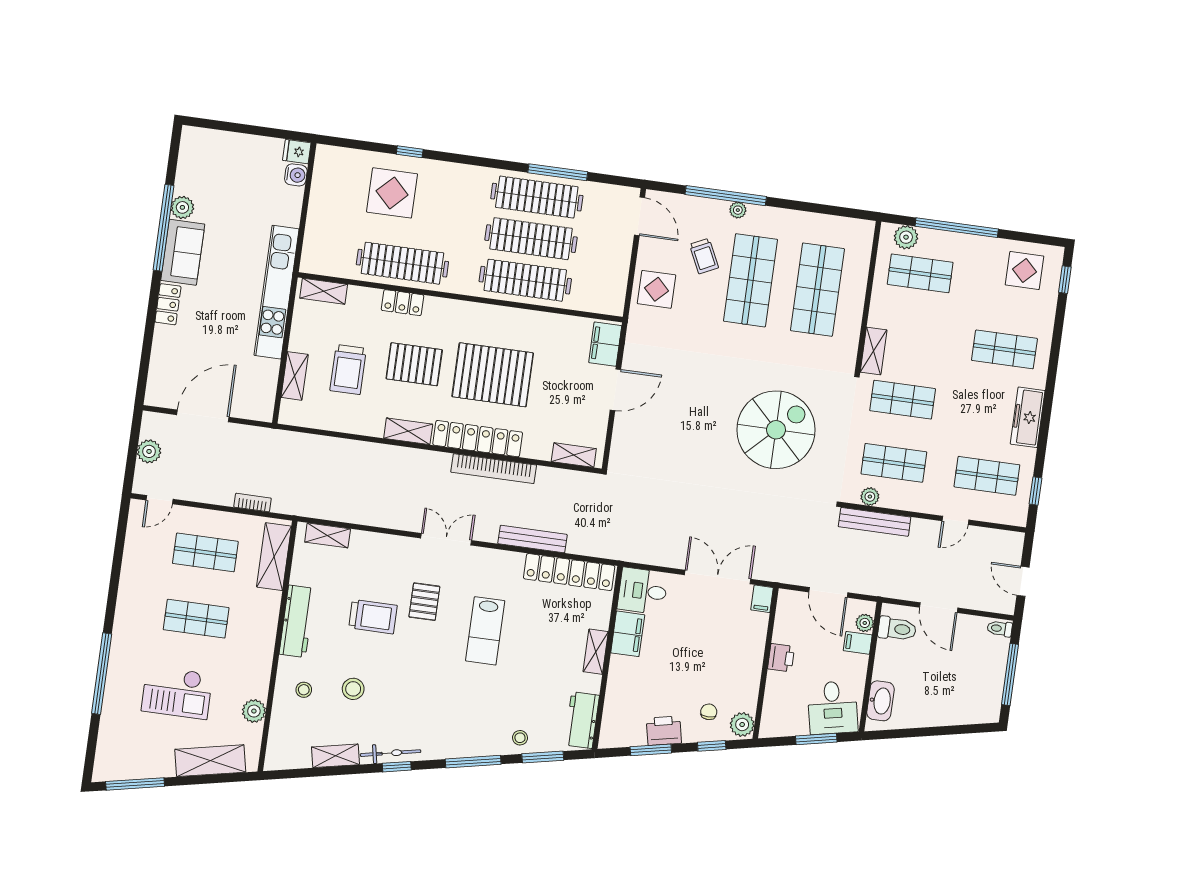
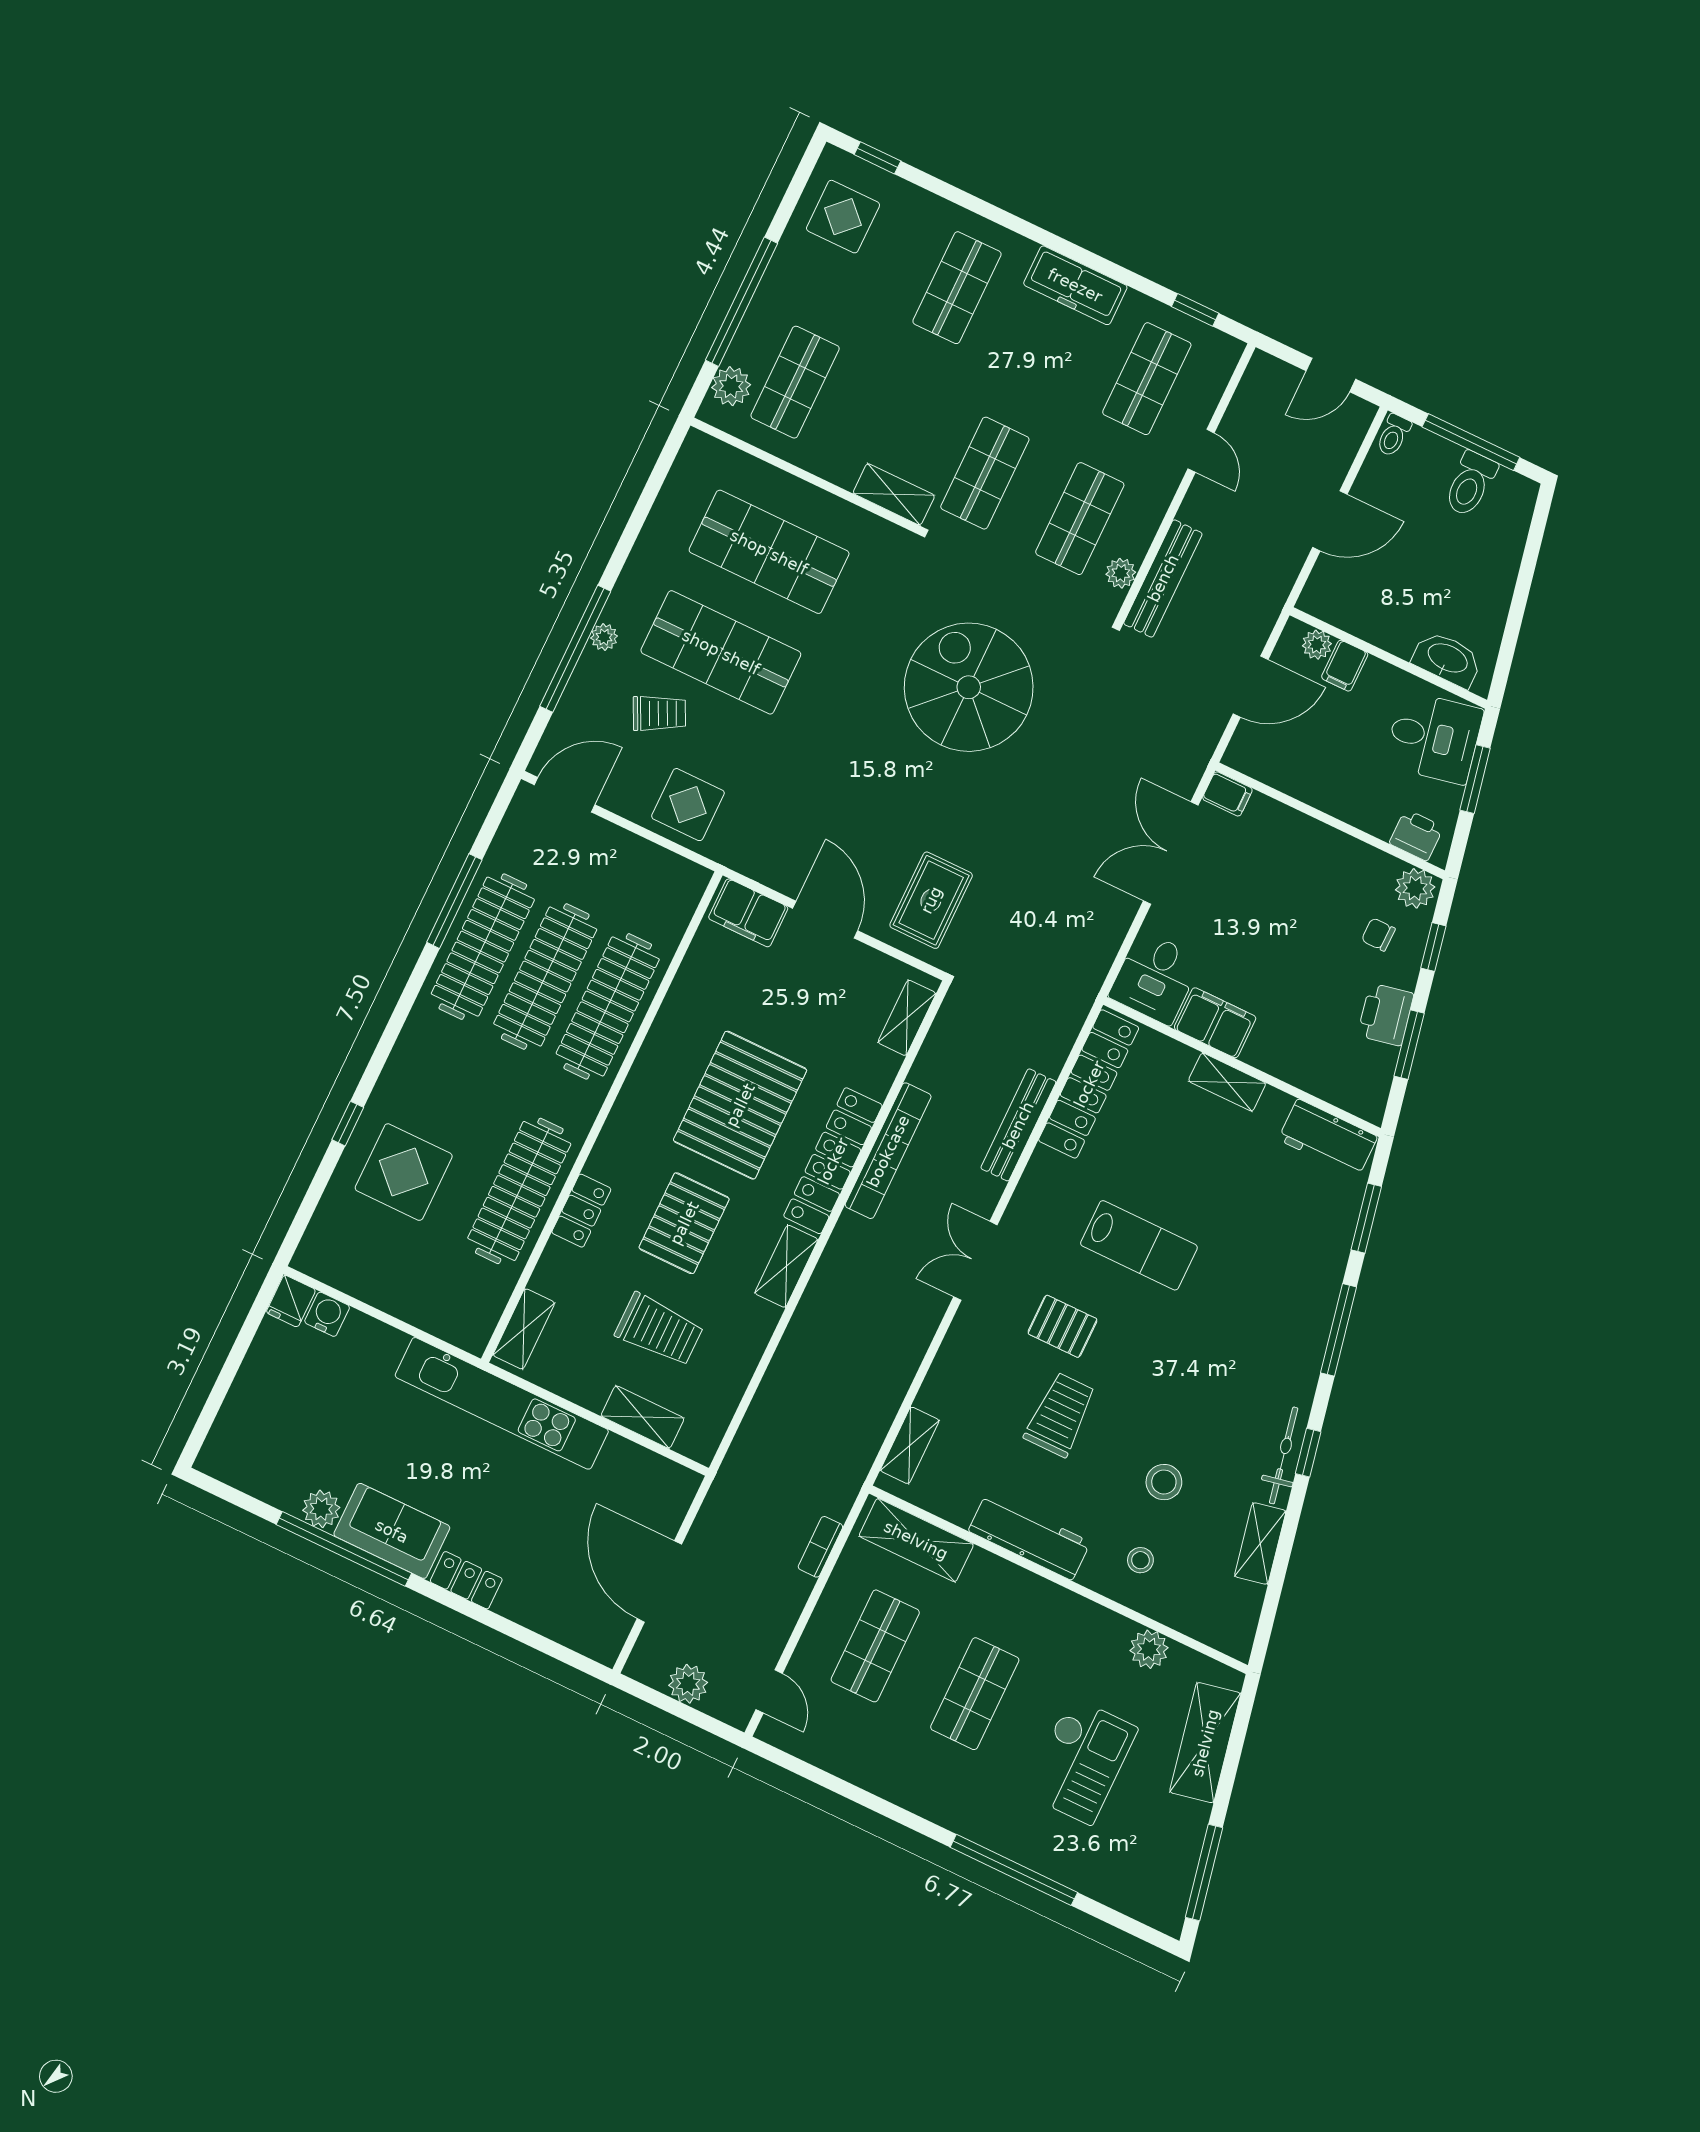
rug: (646, 447) -> (931, 900), added
toilet: (897, 629) -> (1470, 484), moved, turned 180
printer: (781, 658) -> (1416, 835), moved
stool: (520, 738) -> (1324, 1244), removed

